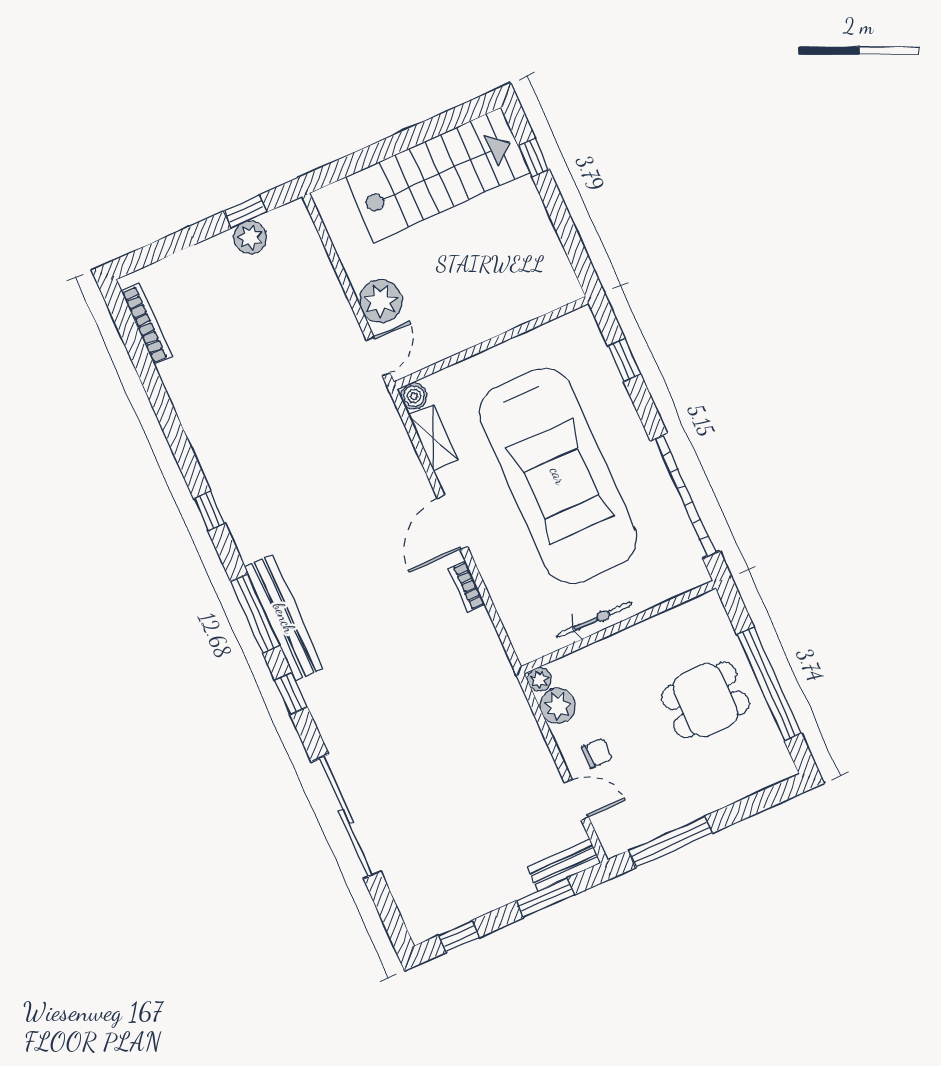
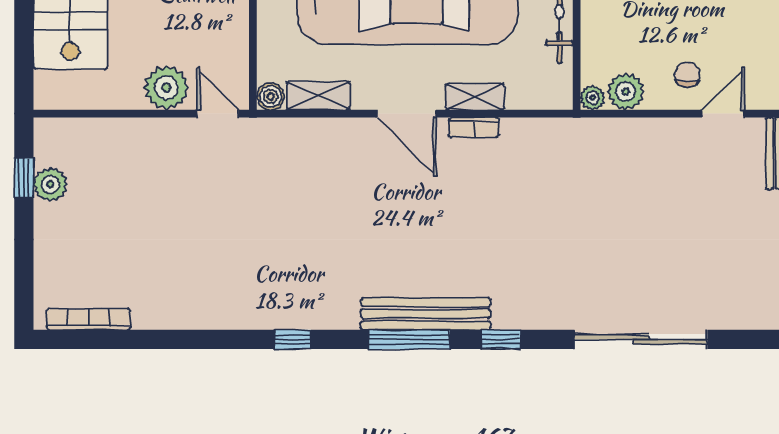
shelving: (494, 576) -> (475, 97), added

